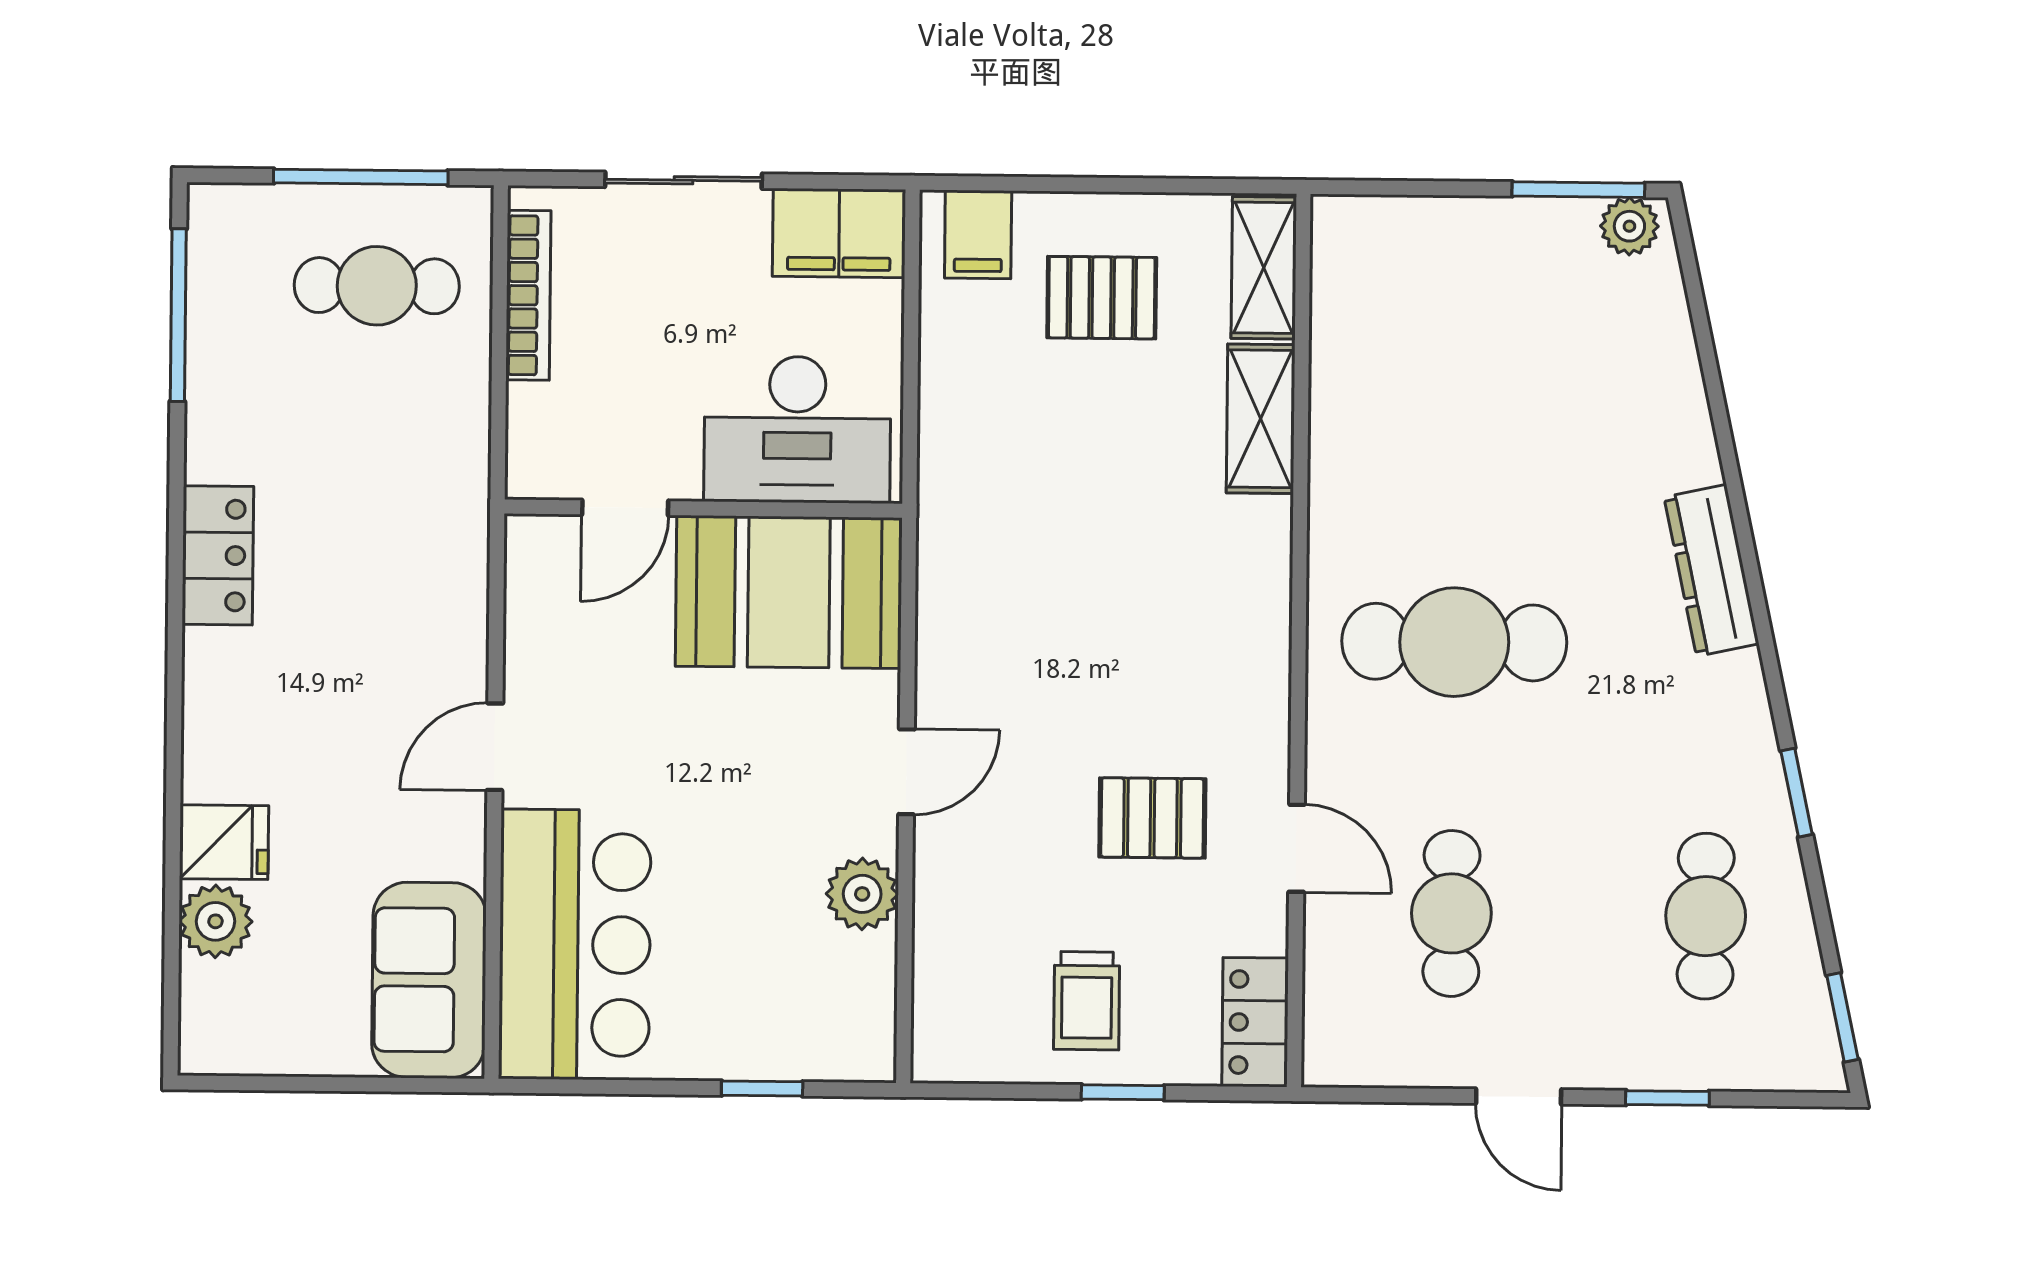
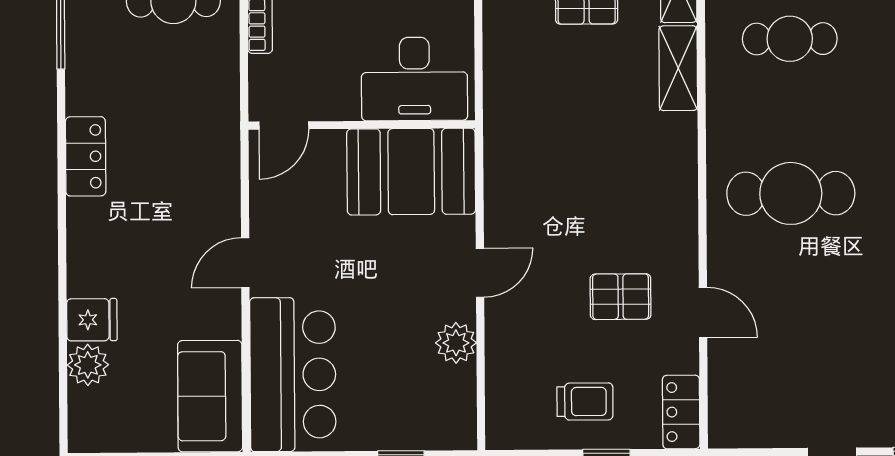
door: (625, 508) -> (284, 125), moved
cafe table: (1451, 913) -> (790, 39), moved, turned 90
trolley: (1087, 1001) -> (585, 401), turned -90

